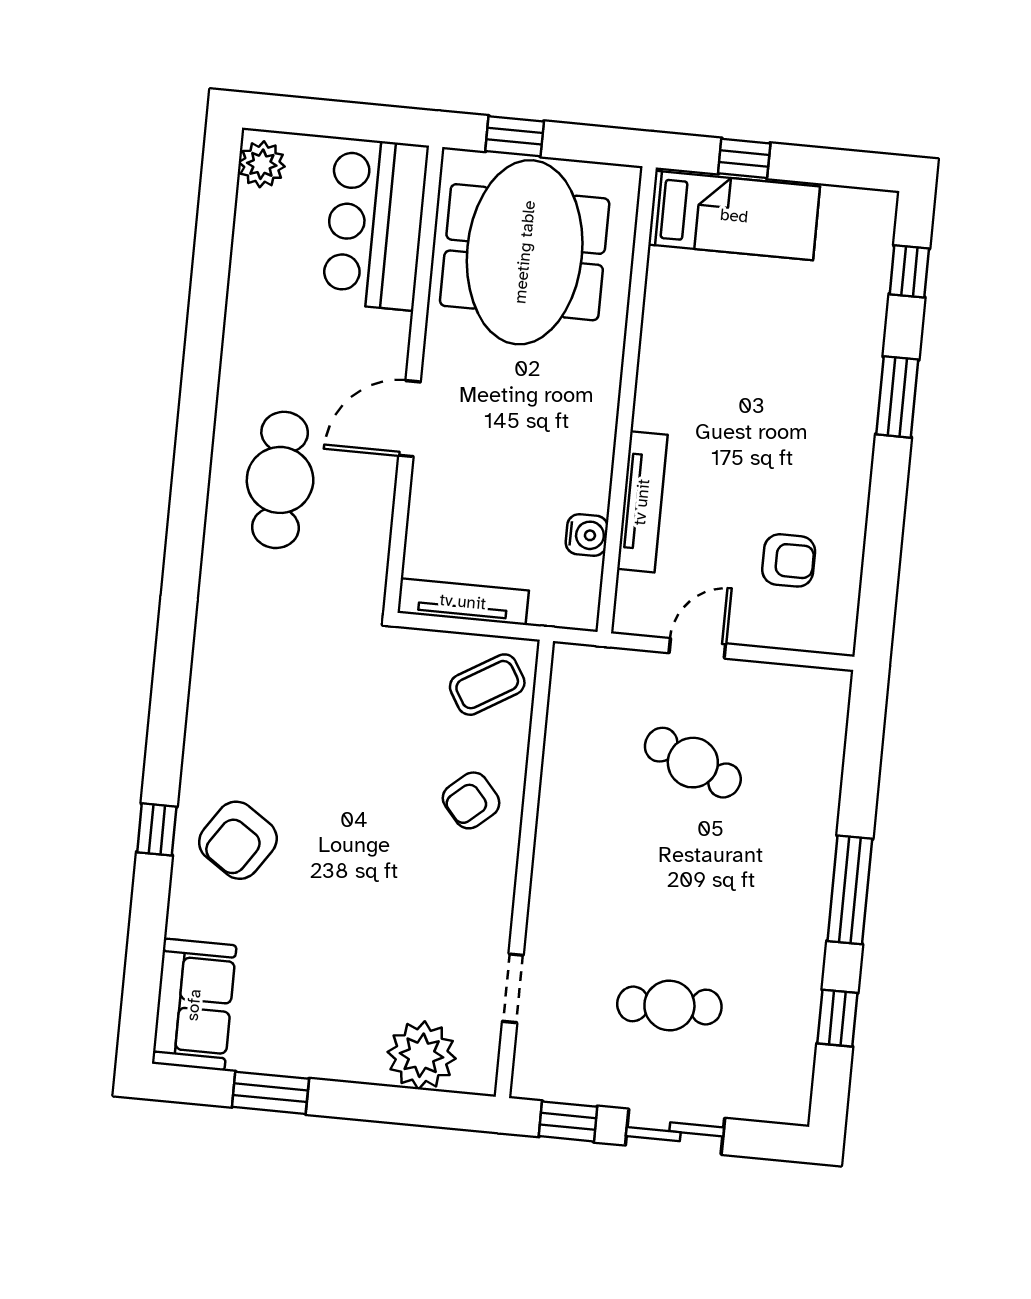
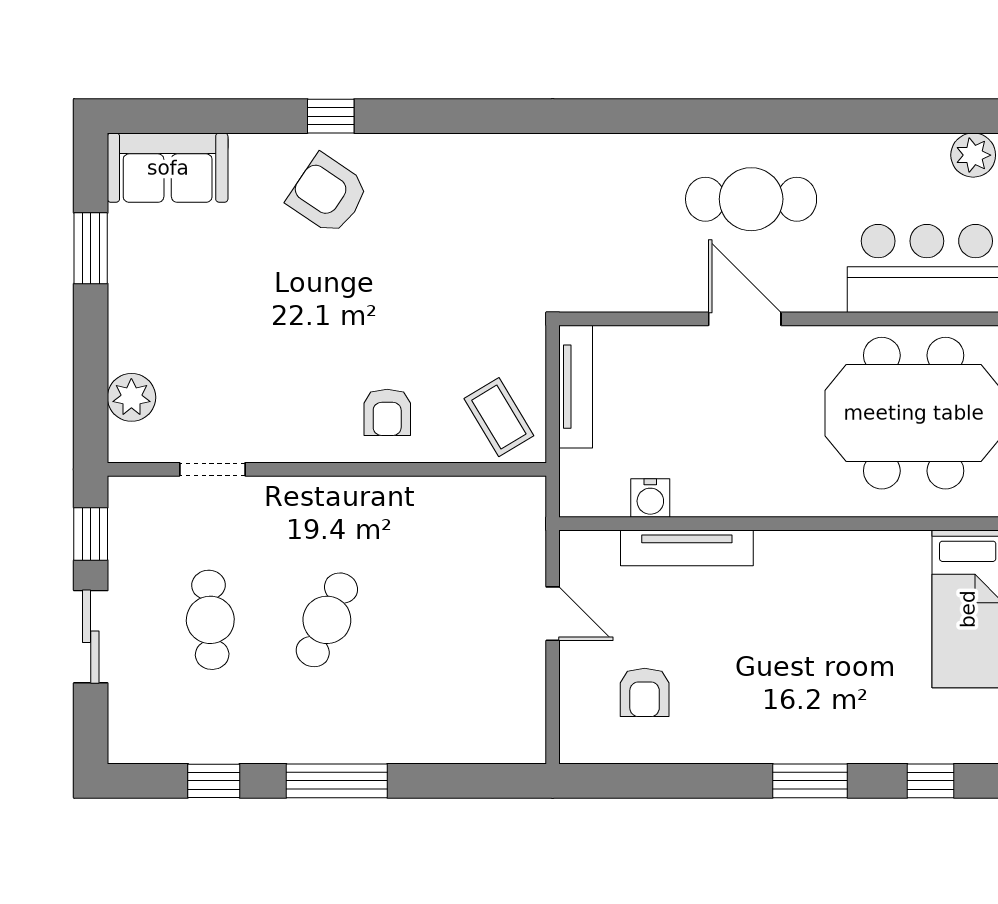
cafe table: (280, 480) -> (751, 199), moved
cafe table: (693, 763) -> (327, 620), moved
armchair: (471, 800) -> (387, 412), turned -139
plant: (422, 1055) -> (131, 397), width x0.73, depth x0.73

